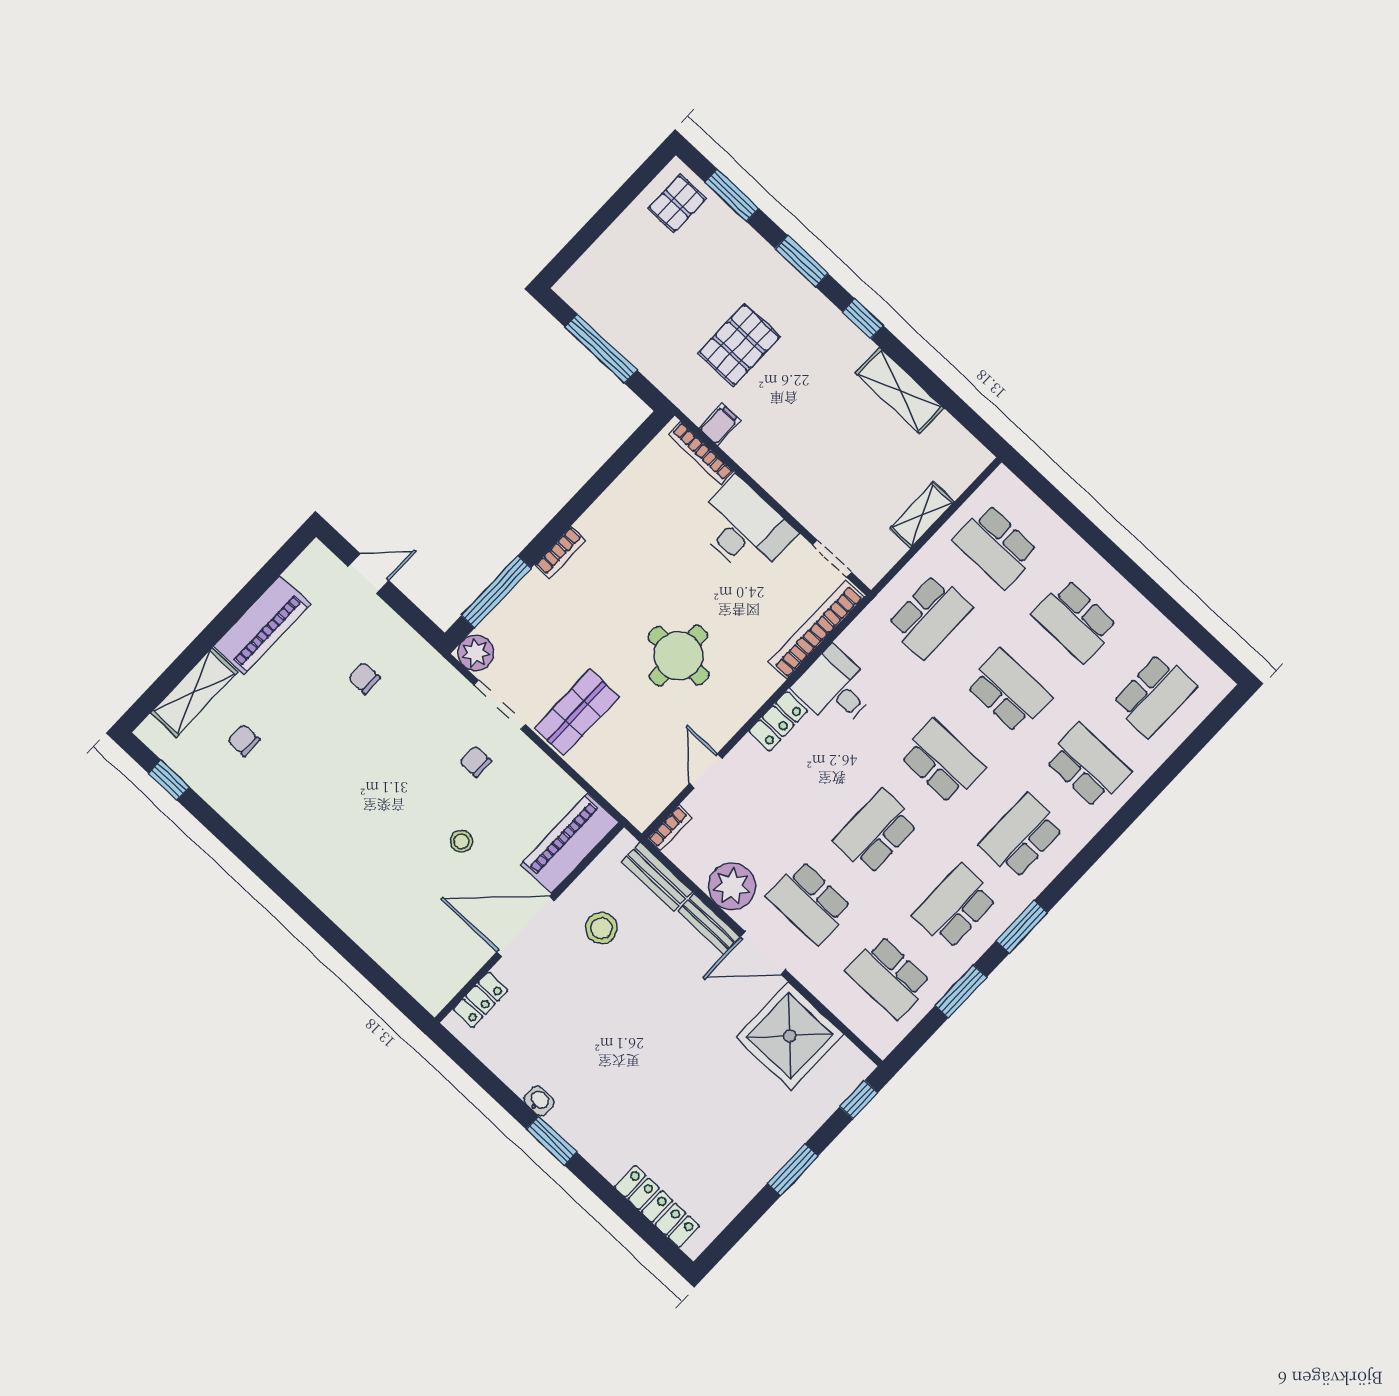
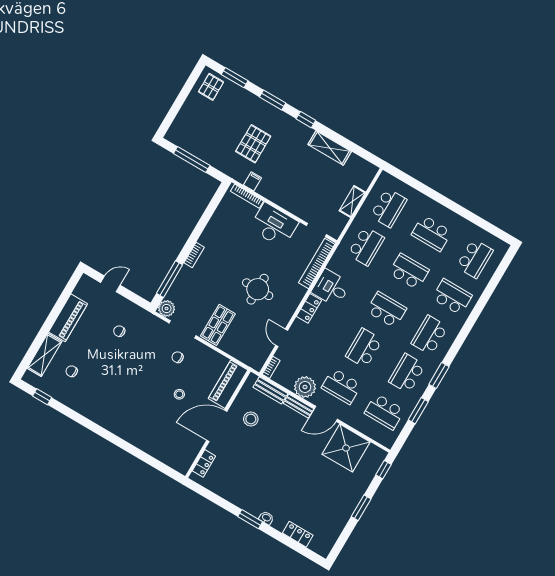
school desk: (996, 546) -> (389, 208), turned -90
washbasin: (539, 1101) -> (266, 518), moved
locker: (657, 1206) -> (298, 534), width x0.66

